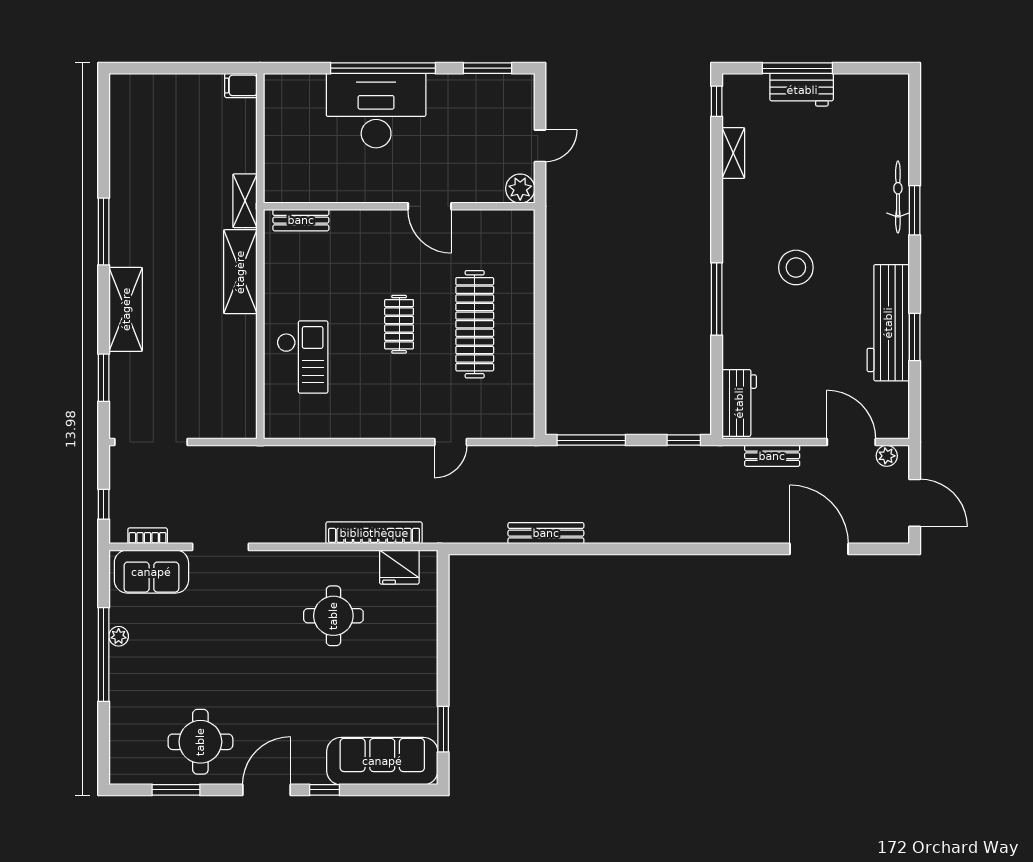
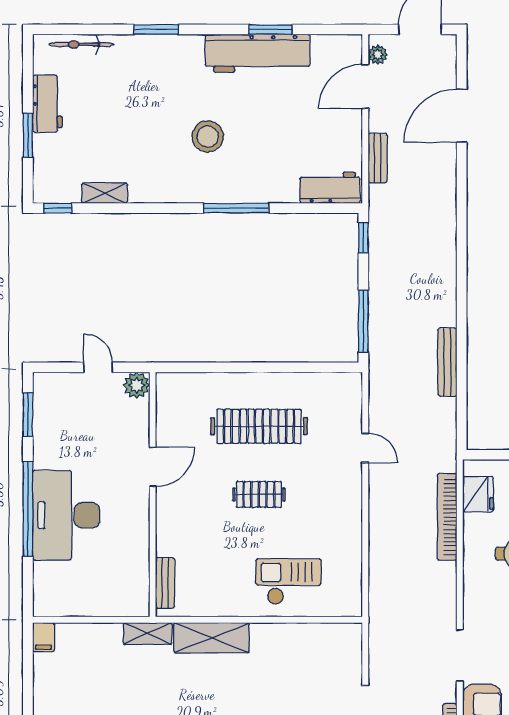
window: (797, 68) -> (28, 135), width x0.69
workbench: (802, 90) -> (47, 104), moved
bicycle: (898, 197) -> (81, 45), moved

